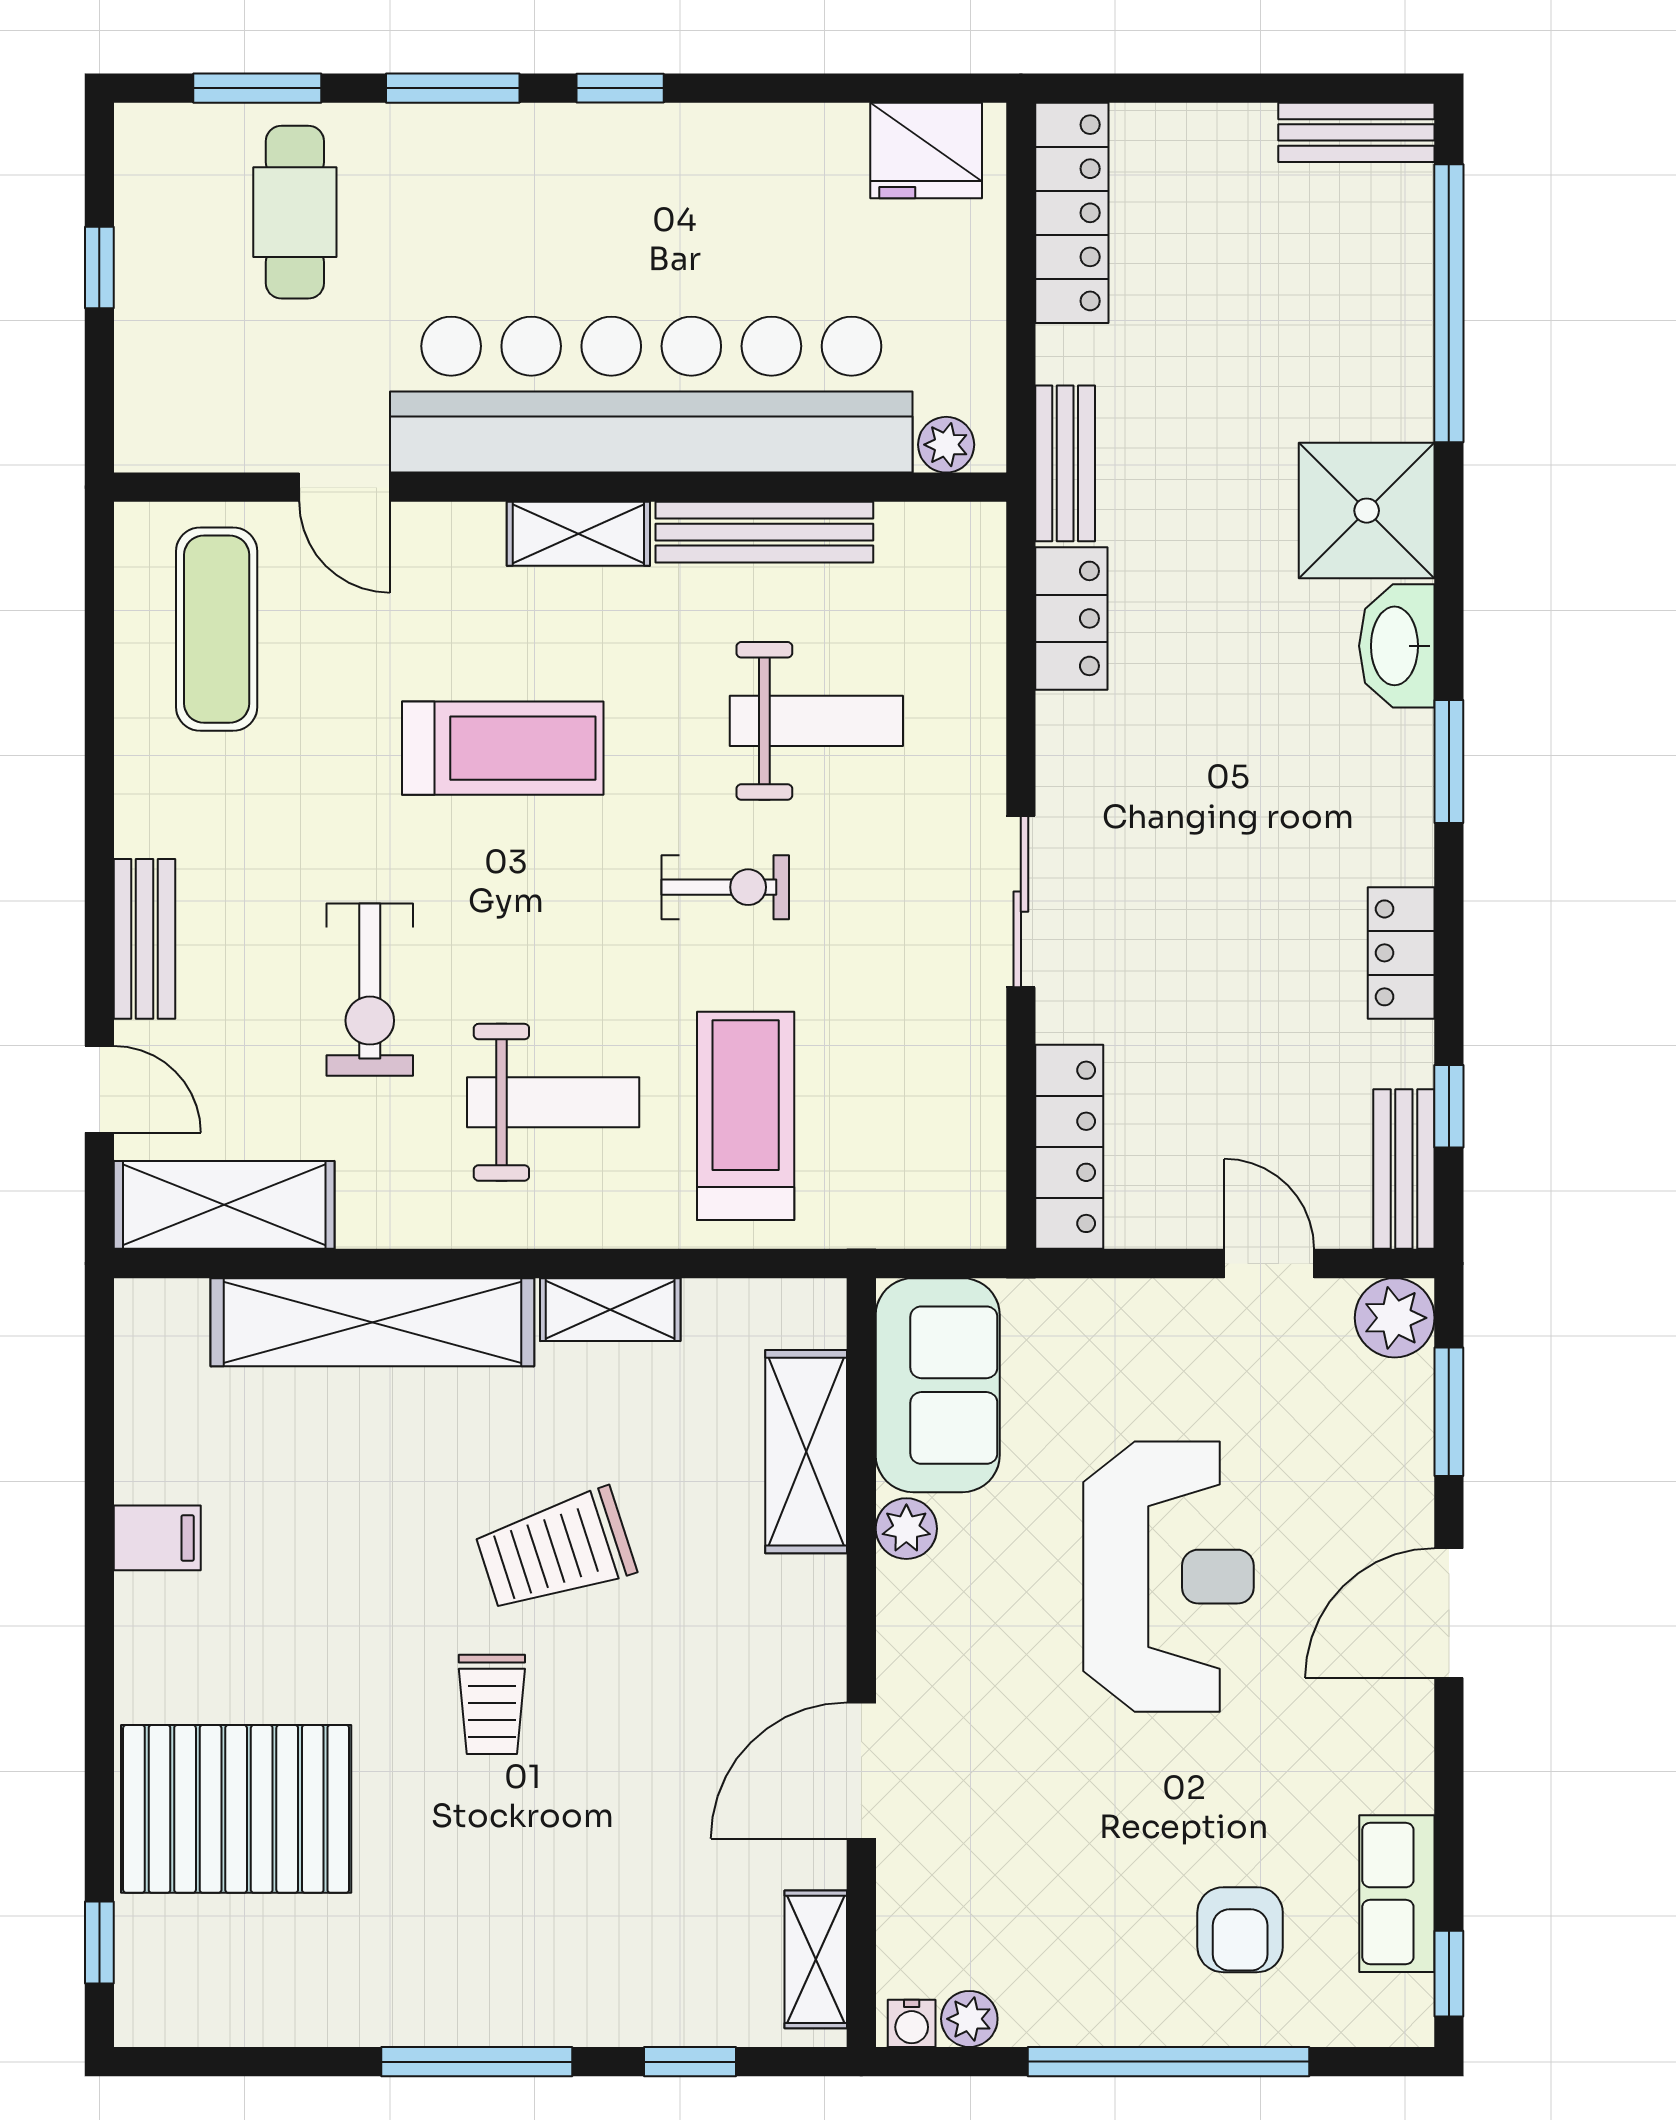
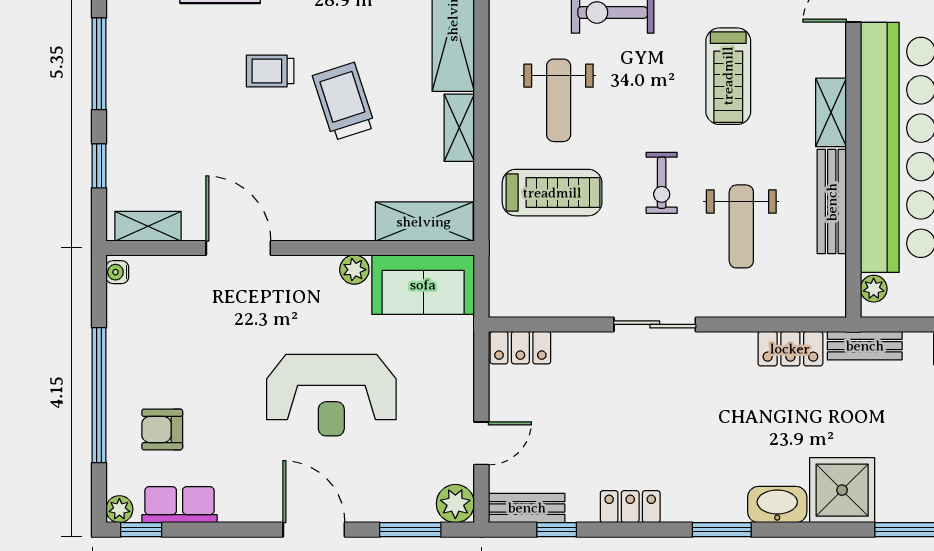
locker: (1069, 1147) -> (520, 348), width x0.66
shelving: (806, 1452) -> (424, 222), moved
plant: (969, 2019) -> (119, 509), moved

